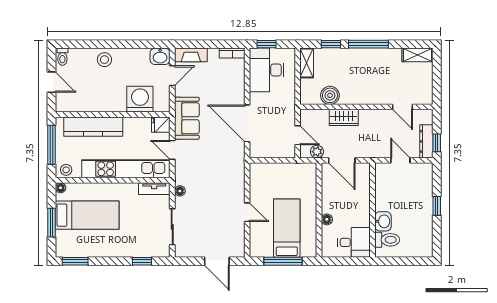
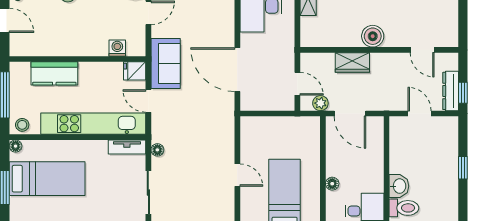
boiler: (330, 95) -> (373, 36), moved
washing machine: (140, 99) -> (117, 48), width x0.53, depth x0.53
kitchen counter: (93, 127) -> (54, 73), width x0.67

